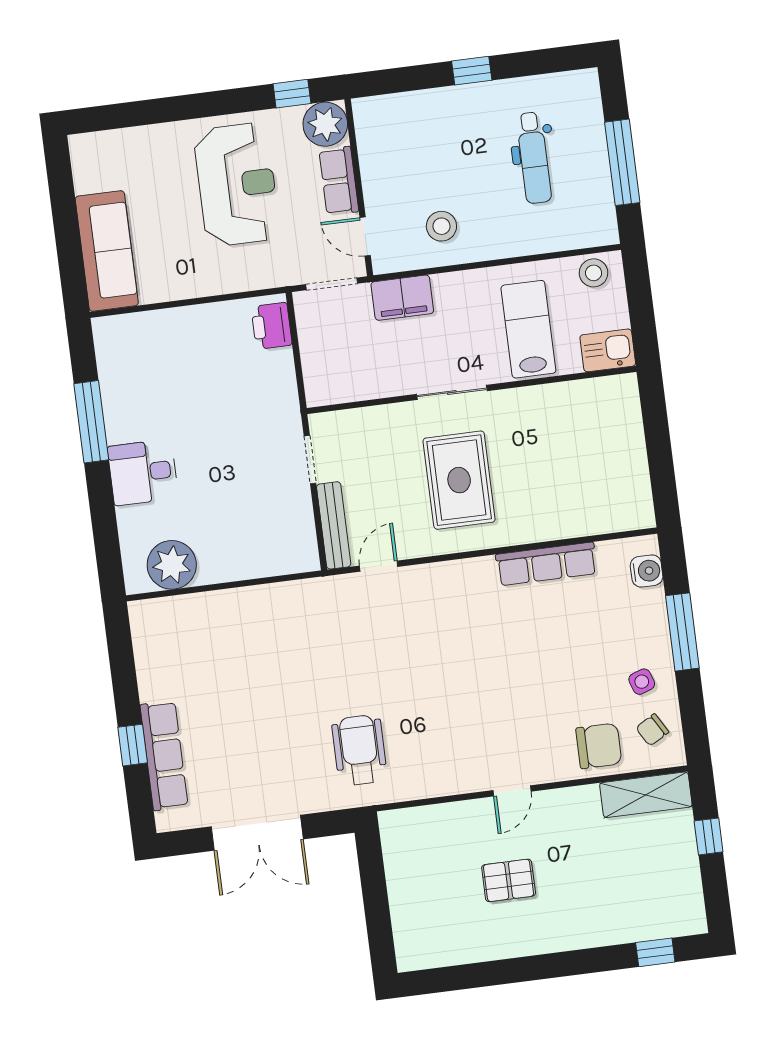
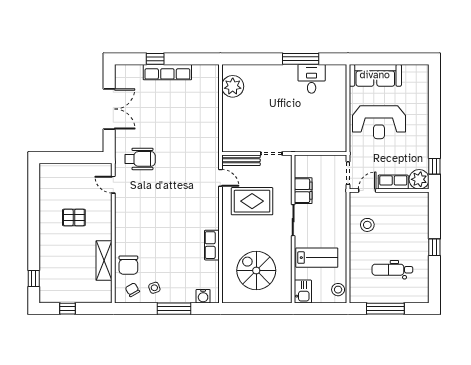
reception desk: (237, 184) -> (379, 122), moved
filing cabinet: (402, 298) -> (303, 191), moved, turned 180
printer: (272, 326) -> (333, 144), removed
spiral stairs: (574, 460) -> (256, 270), added
desk: (143, 472) -> (312, 79), moved
rug: (459, 480) -> (252, 201), moved
row of seats: (546, 564) -> (212, 245), width x0.68
row of seats: (164, 756) -> (167, 72), moved
door: (512, 791) -> (113, 185), moved
shelving: (646, 795) -> (104, 261), moved
double door: (257, 833) -> (109, 109), swing flipped
window: (709, 836) -> (68, 309), moved
pallet: (509, 880) -> (74, 218), turned 90

